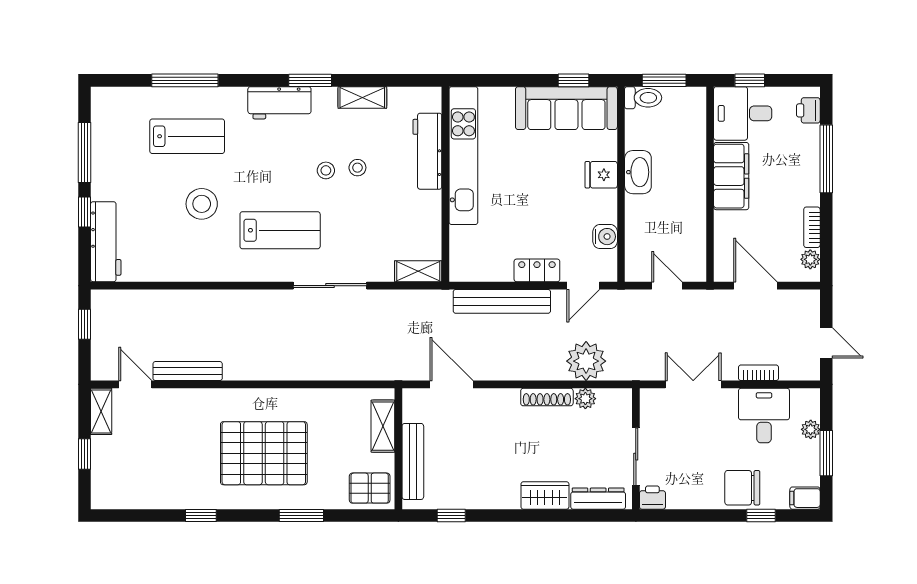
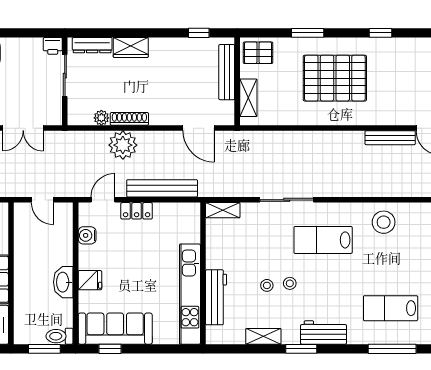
stool: (202, 204) -> (384, 222), moved
plant: (586, 361) -> (123, 145), moved

